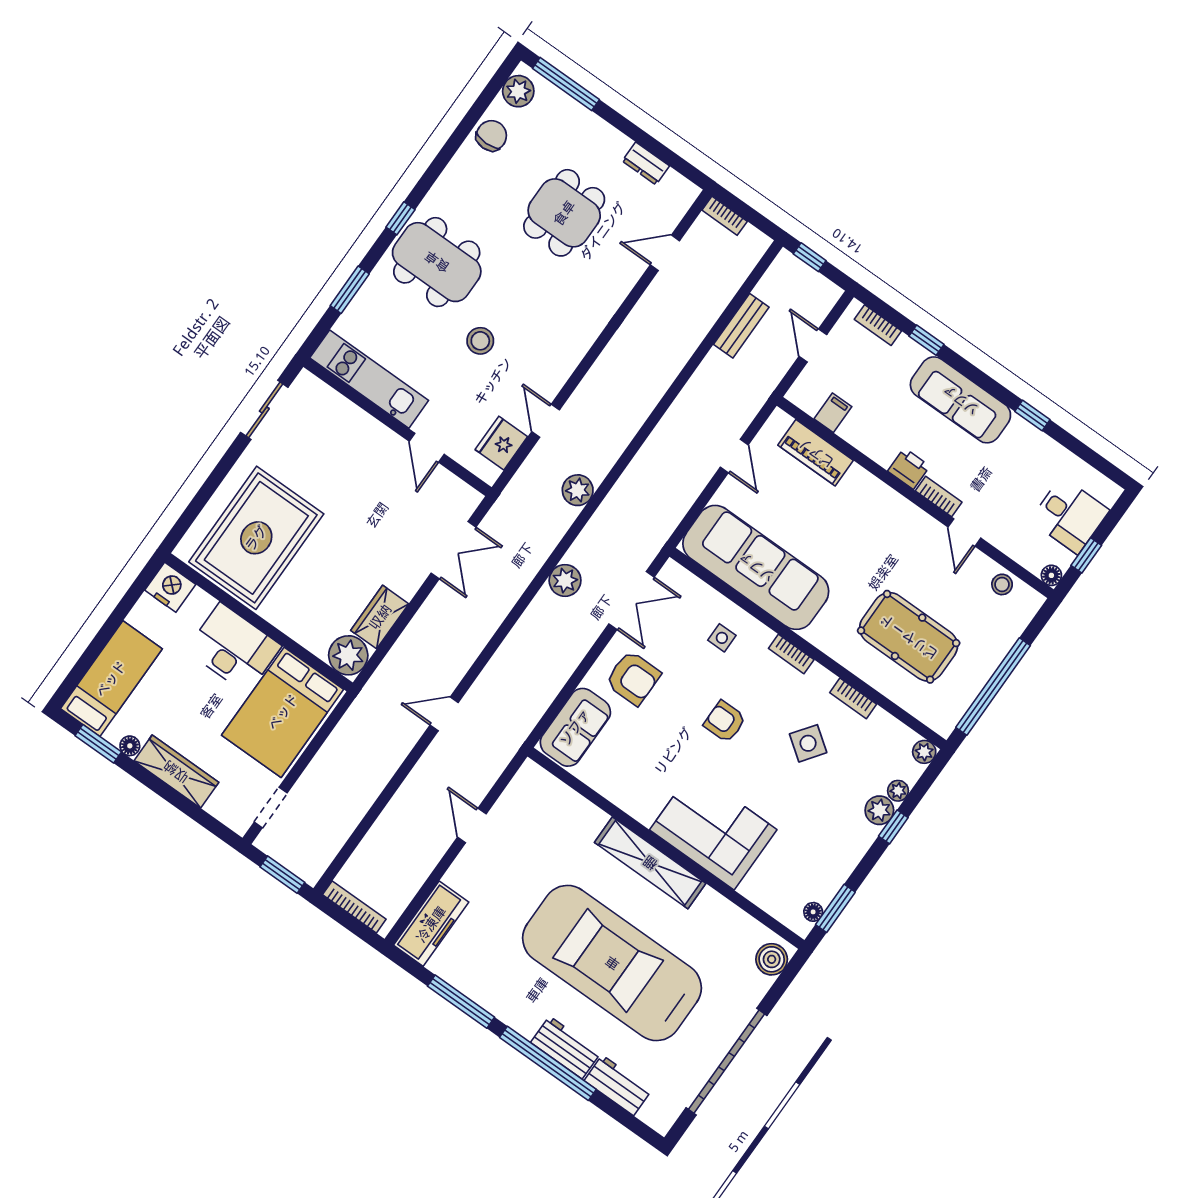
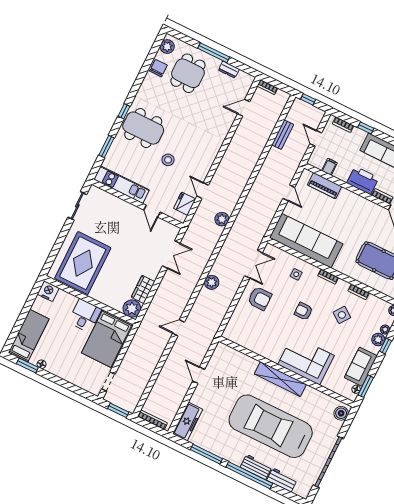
window: (566, 84) -> (214, 53), moved
dining table: (564, 213) -> (188, 73), moved
printer: (909, 469) -> (363, 180), width x1.87, depth x1.48
plant: (565, 580) -> (212, 282), moved
desk: (234, 648) -> (85, 316), width x0.73
sofa: (575, 727) -> (361, 367), moved, turned 180
wardrobe: (176, 772) -> (64, 372), removed

